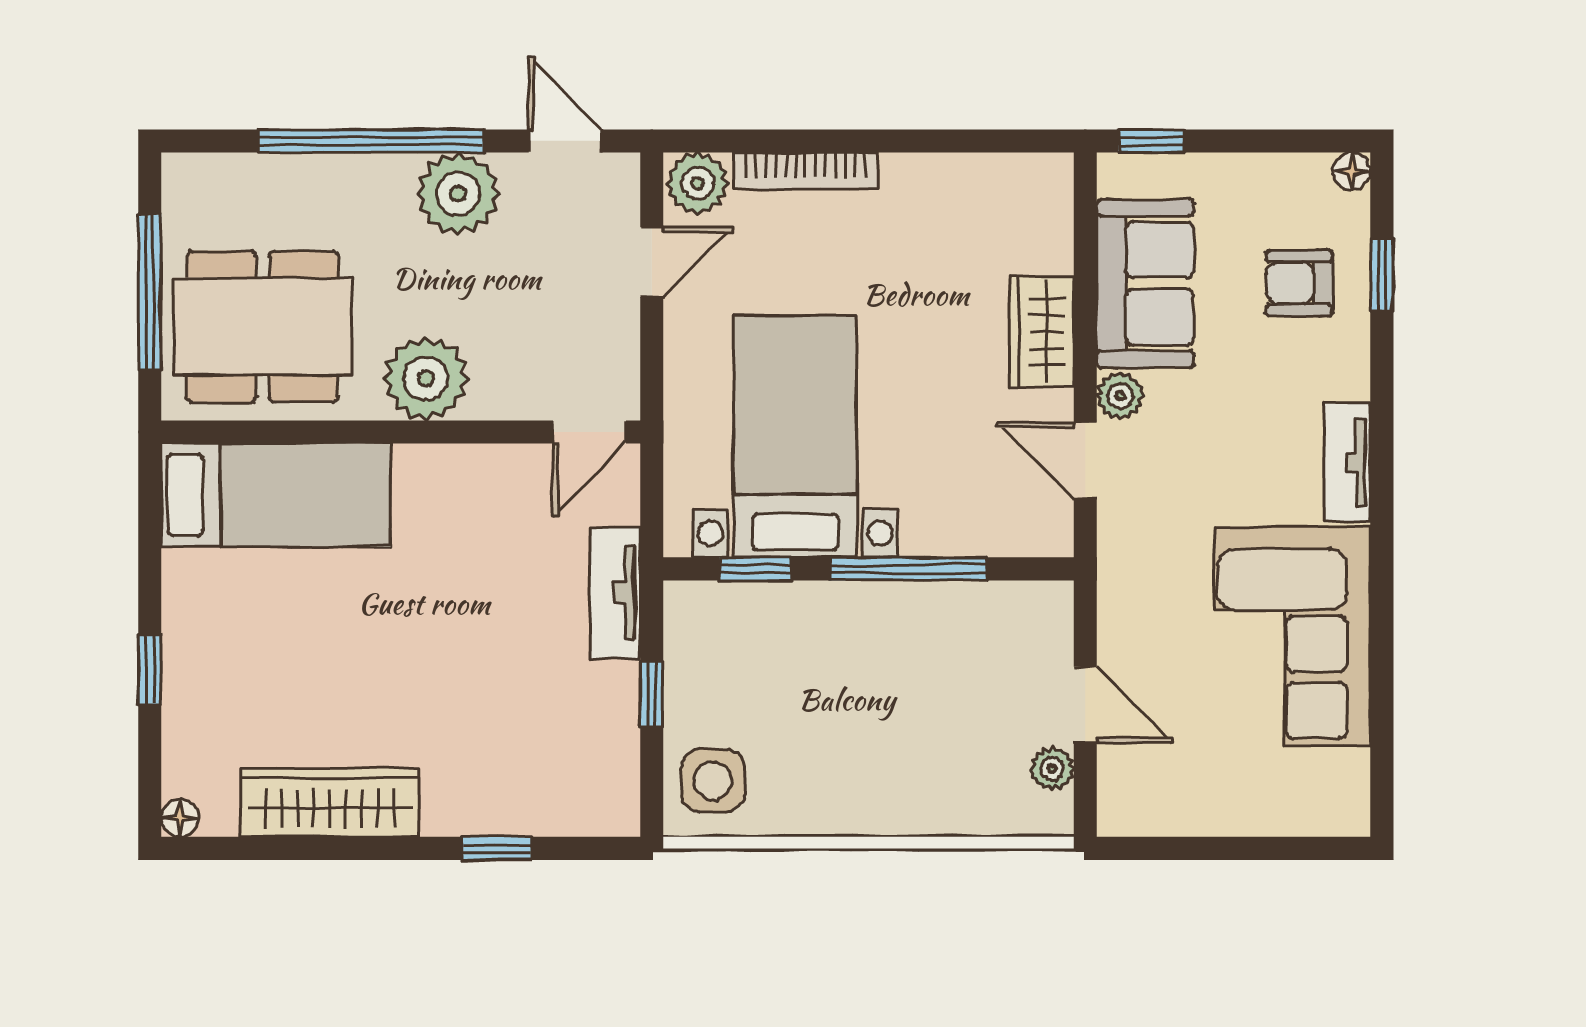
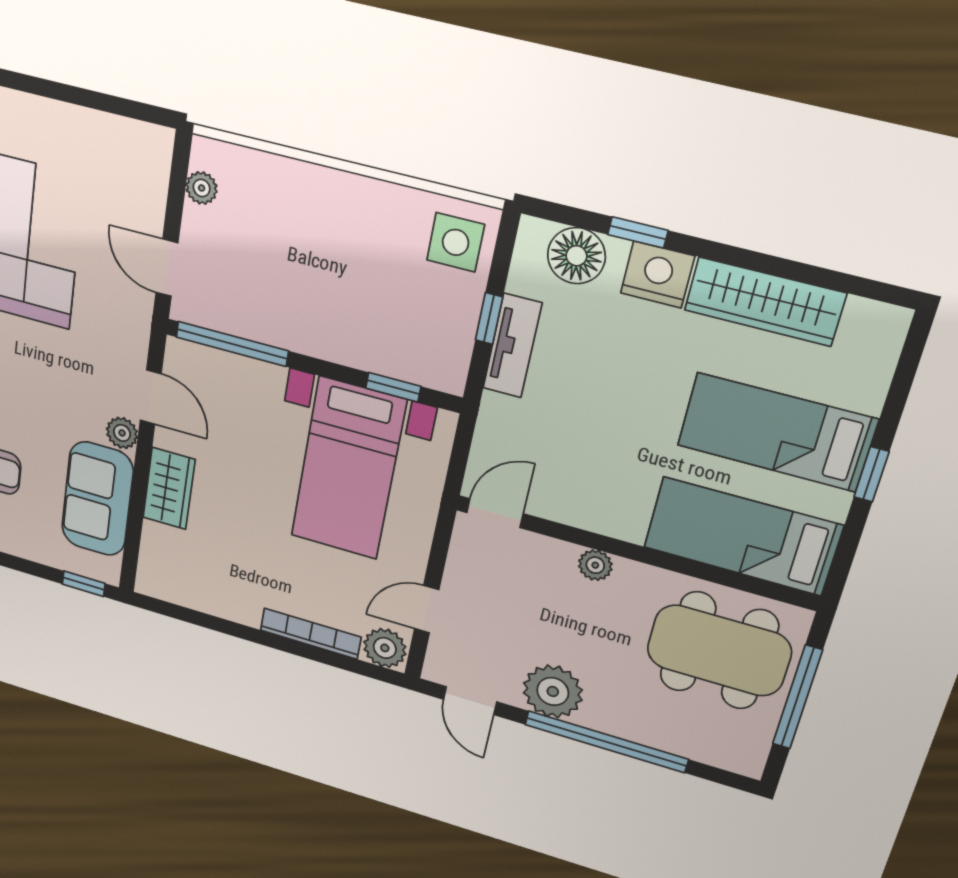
plant: (426, 379) -> (595, 565), width x0.53, depth x0.53
window: (908, 569) -> (232, 344), moved
tv unit: (615, 593) -> (512, 346), moved
bed: (273, 644) -> (777, 432), added
window: (150, 669) -> (871, 474), moved
door: (1085, 705) -> (167, 268), moved
nightstand: (461, 803) -> (658, 275), added
floor lamp: (180, 818) -> (576, 256), moved, width x1.89, depth x1.89

